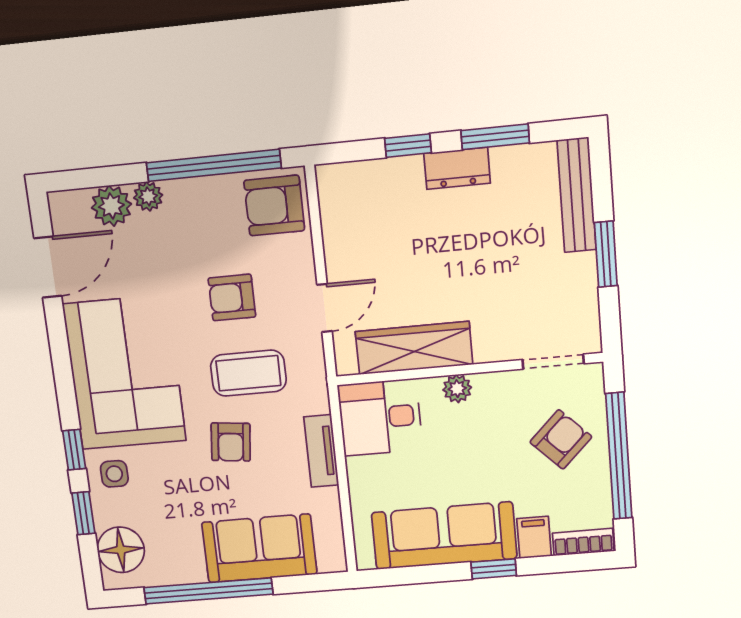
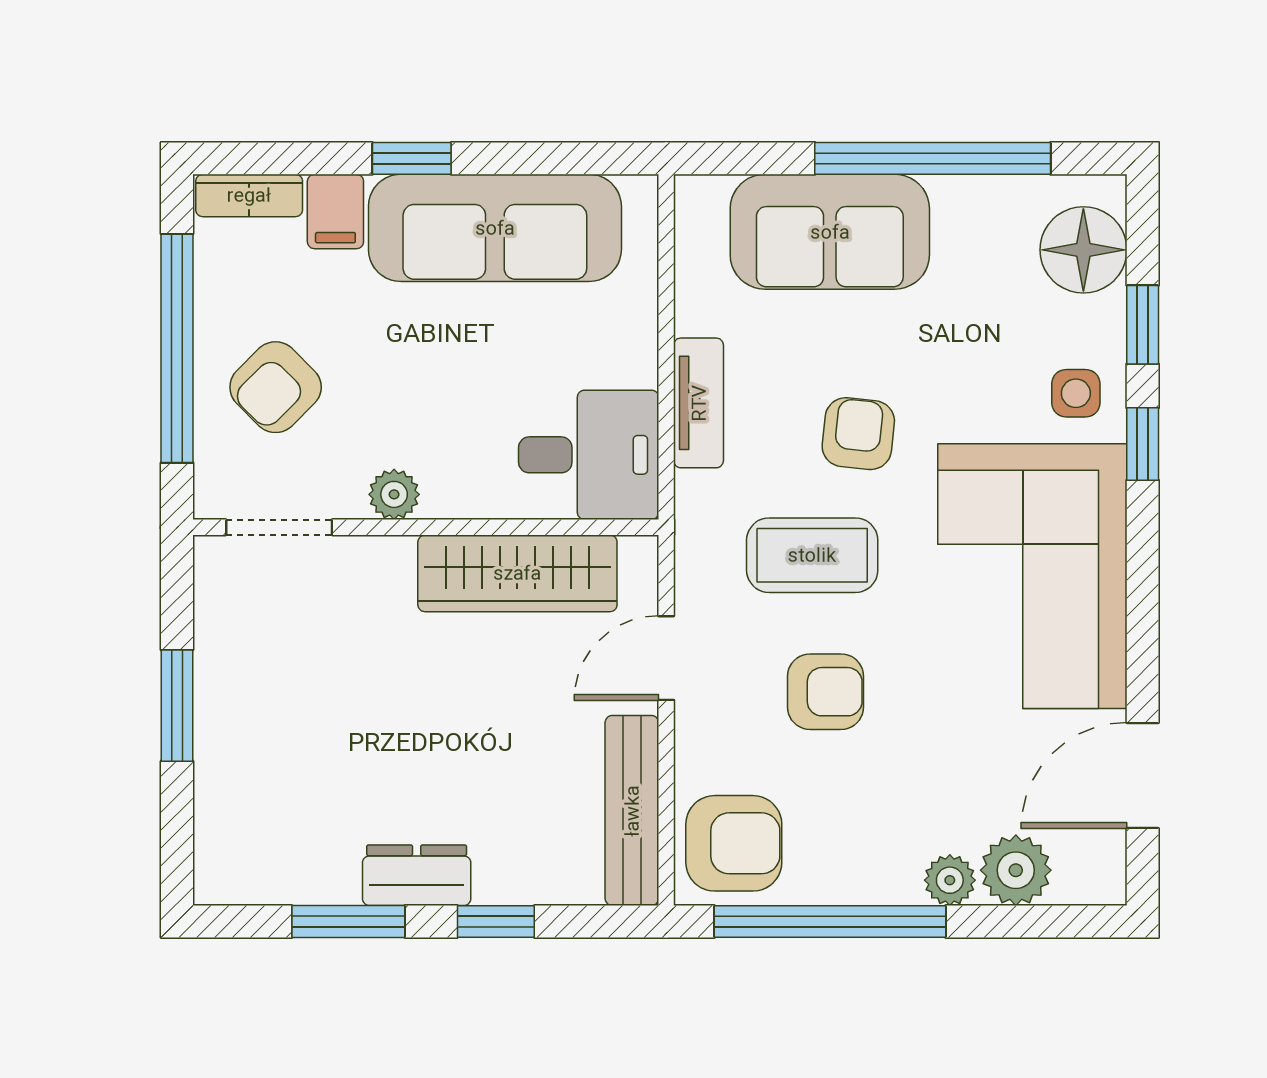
bench: (577, 195) -> (632, 811), moved
plant: (457, 389) -> (394, 494), moved

